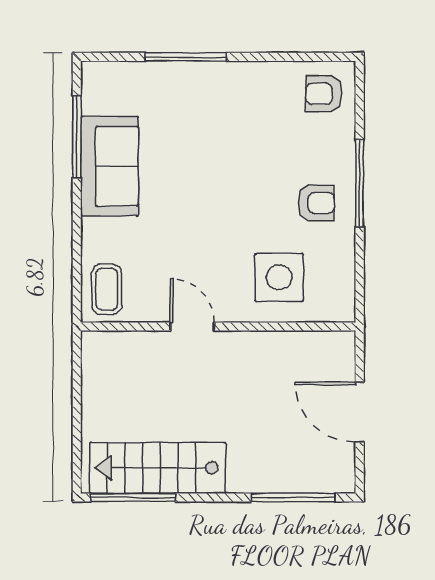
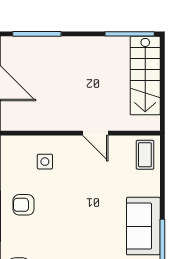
side table: (279, 277) -> (45, 162), width x0.54, depth x0.54
stairs: (158, 468) -> (145, 76), moved, turned 90

